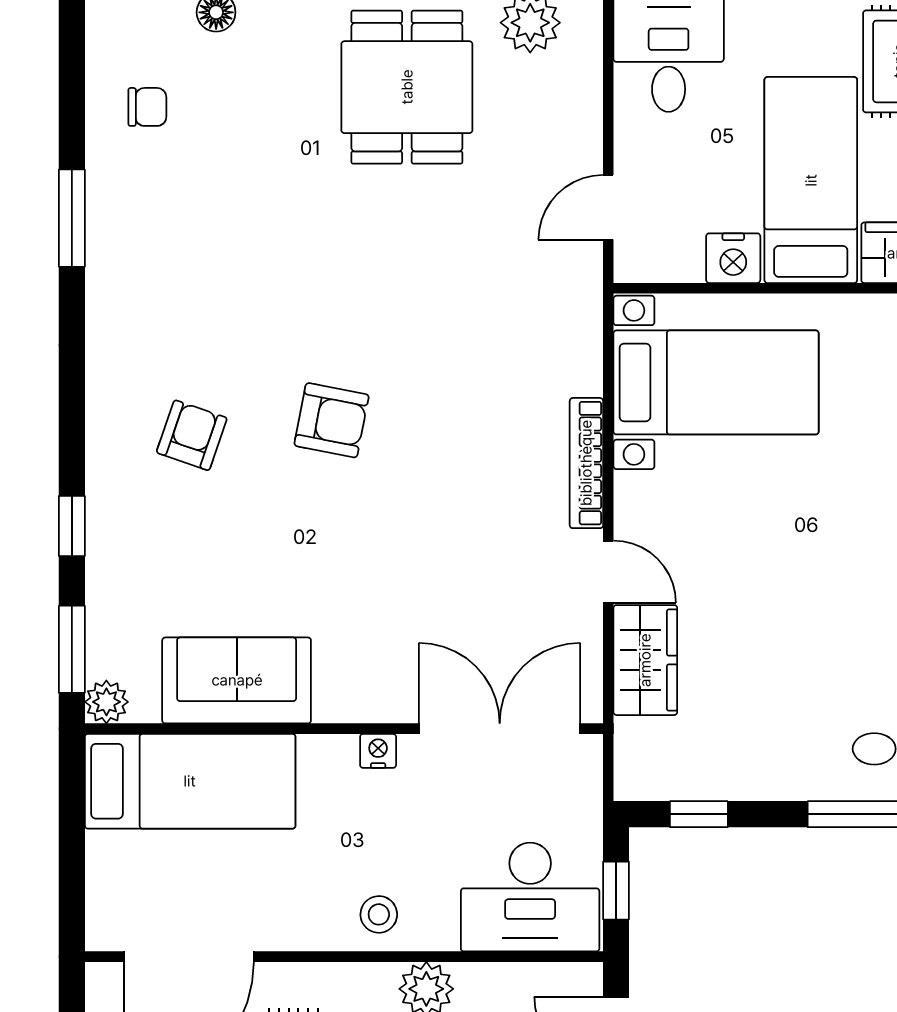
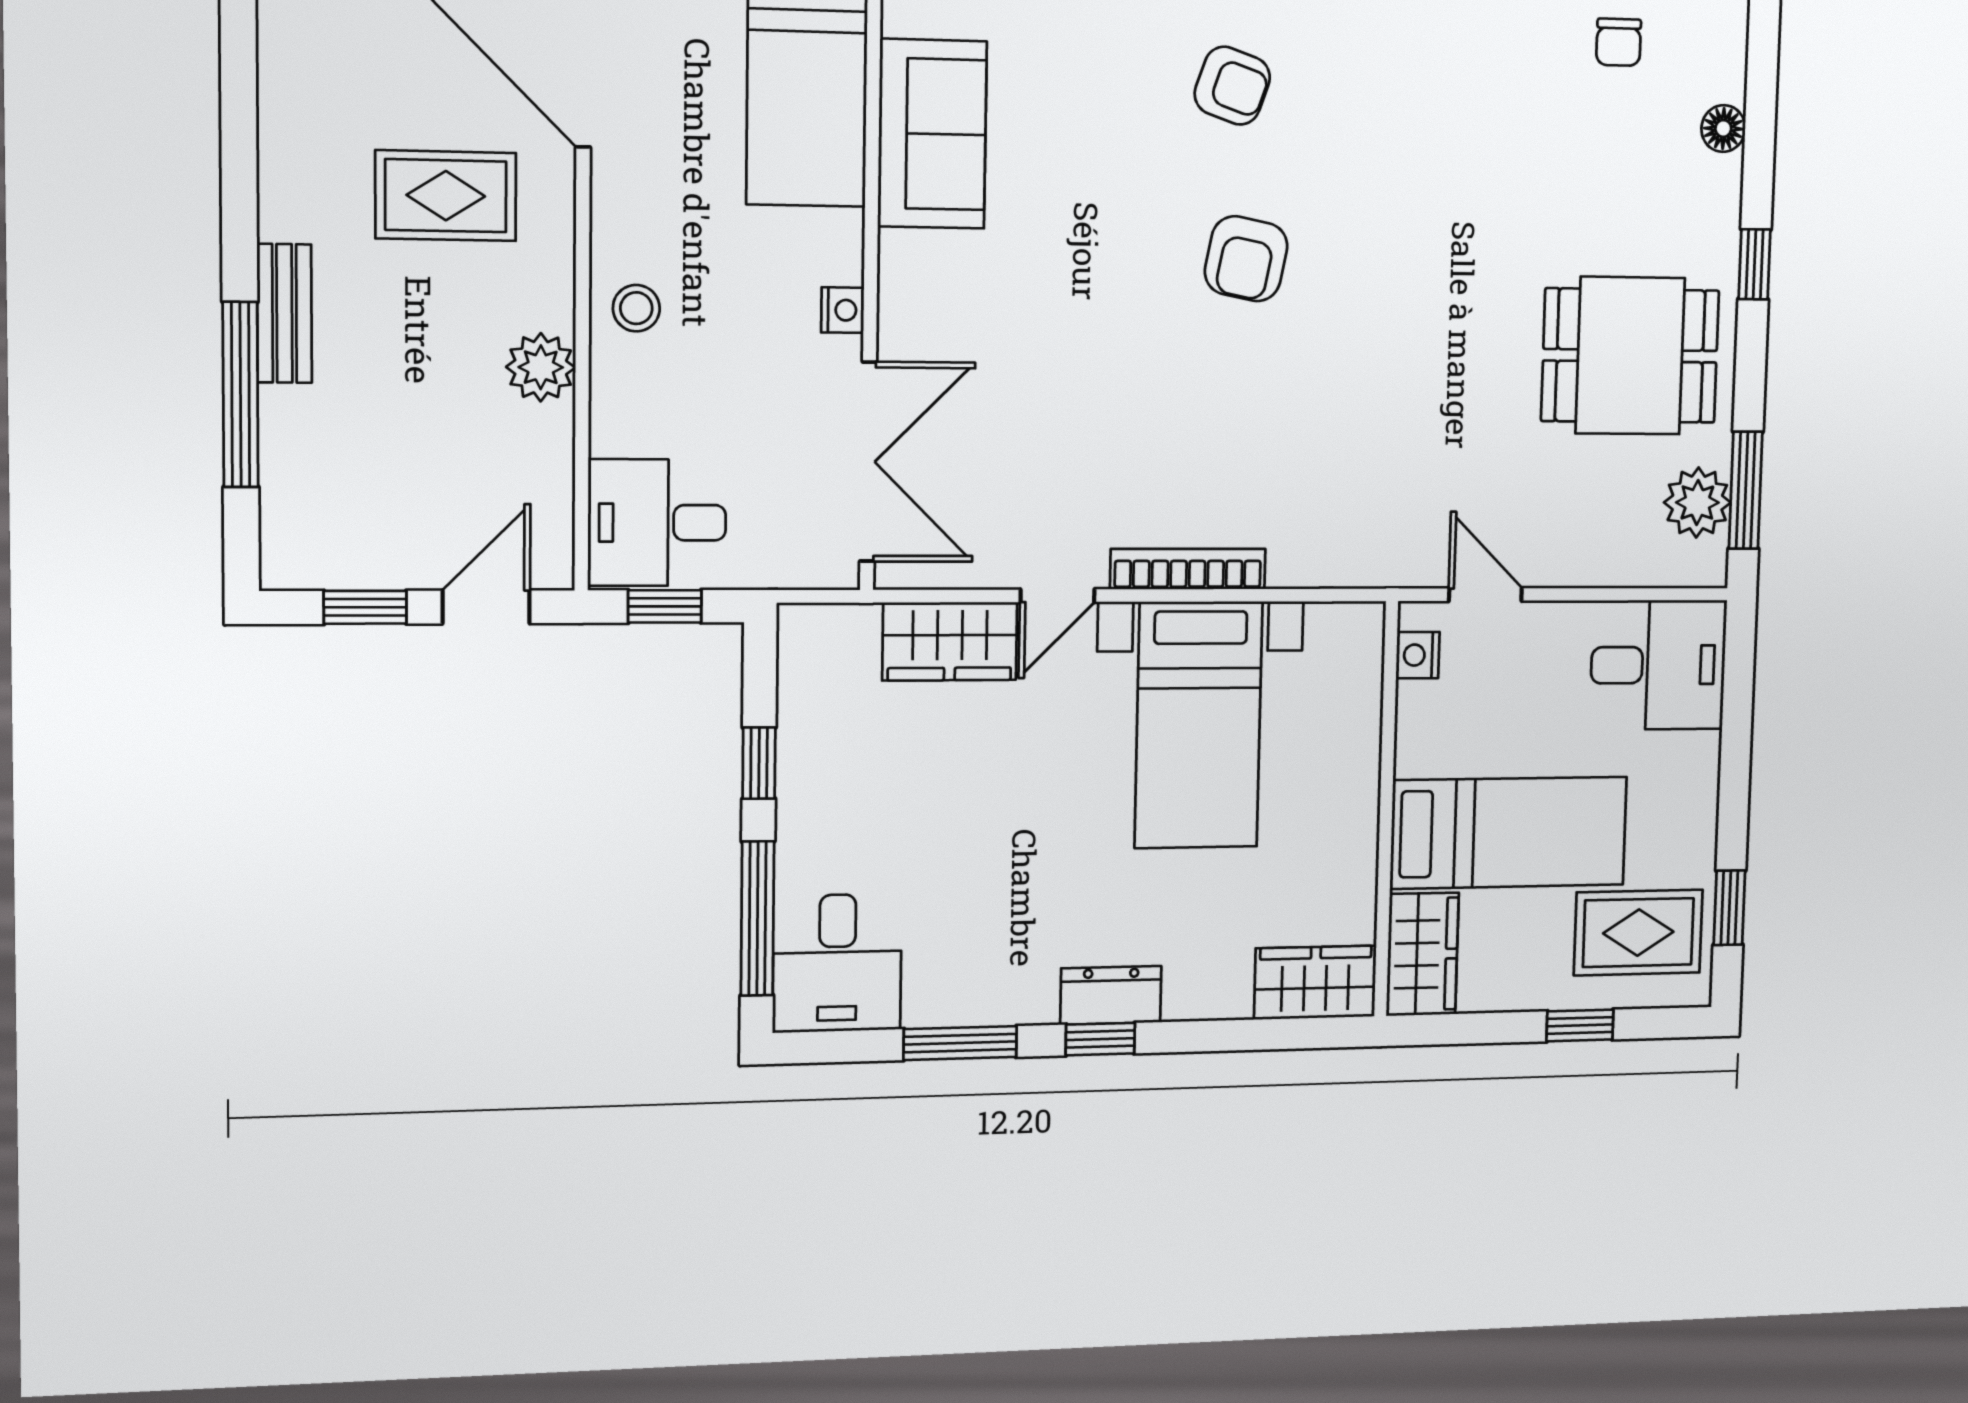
nightstand: (733, 258) -> (1418, 655), moved, width x0.72, depth x0.74
bed with nightstands: (716, 382) -> (1199, 725), moved
window: (699, 814) -> (759, 763), moved
desk: (530, 897) -> (657, 523), width x0.73

